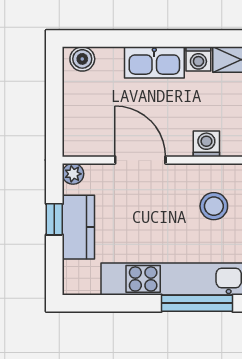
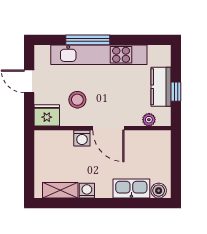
kitchen sink: (154, 62) -> (131, 189), moved
door: (140, 160) -> (108, 128), moved
plant: (73, 174) -> (149, 120), moved

